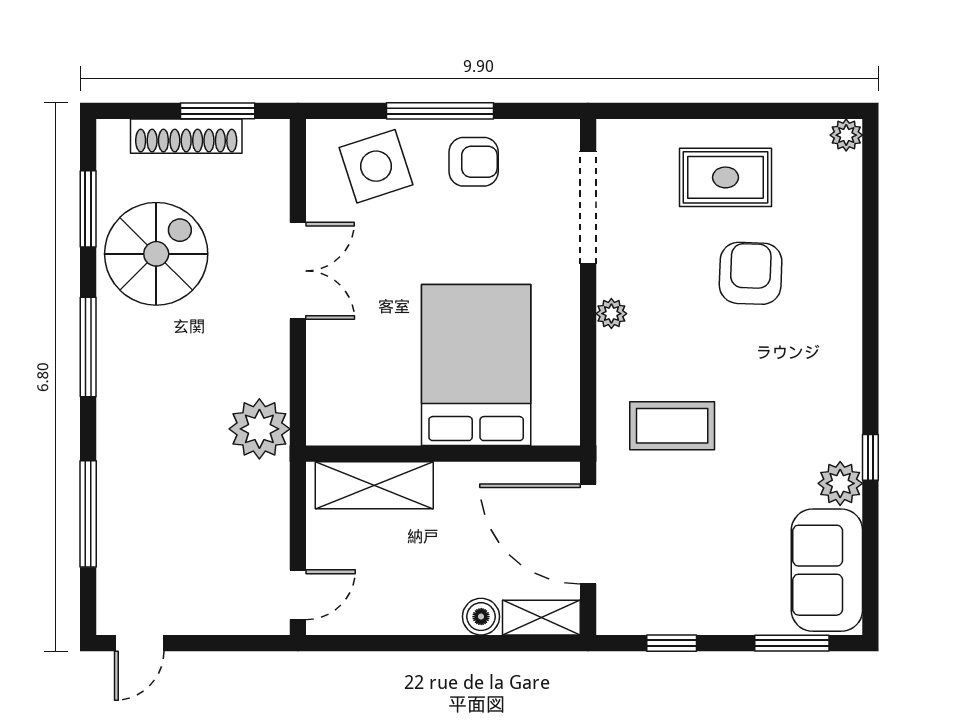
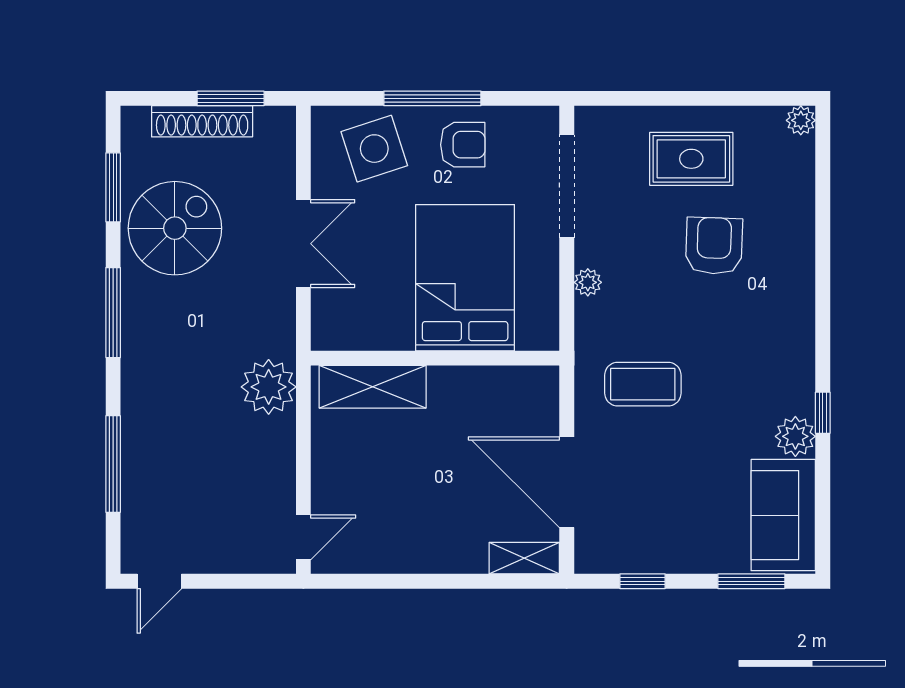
bed: (476, 365) -> (465, 278), moved
wall: (443, 454) -> (435, 358), moved
shelving: (374, 485) -> (373, 387), moved
boiler: (481, 617) -> (470, 557), removed

